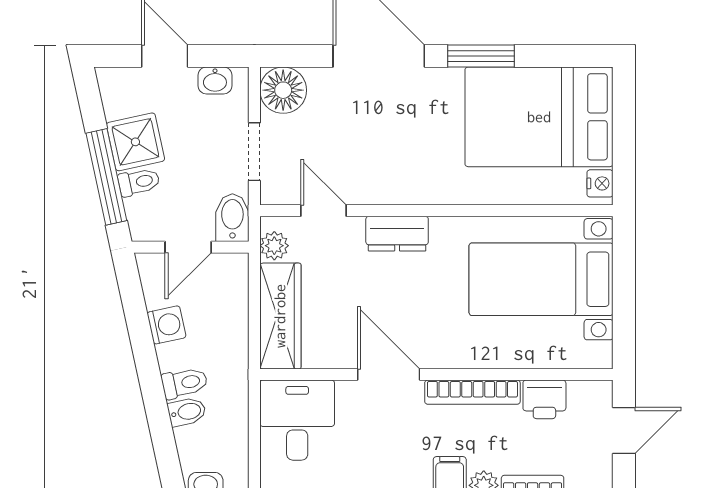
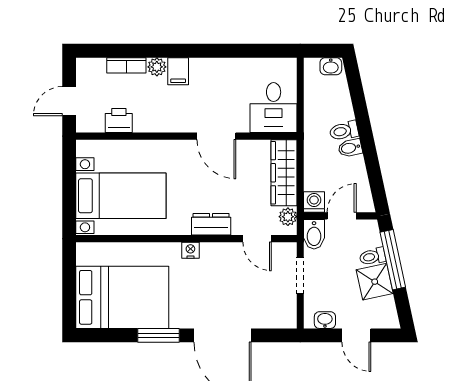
floor lamp: (283, 90) -> (282, 314), removed
nightstand: (600, 183) -> (190, 250), moved, turned 90
washing machine: (167, 325) -> (314, 202), moved, turned 102
bookcase: (472, 392) -> (164, 125), removed
bidet: (187, 412) -> (350, 148), moved

